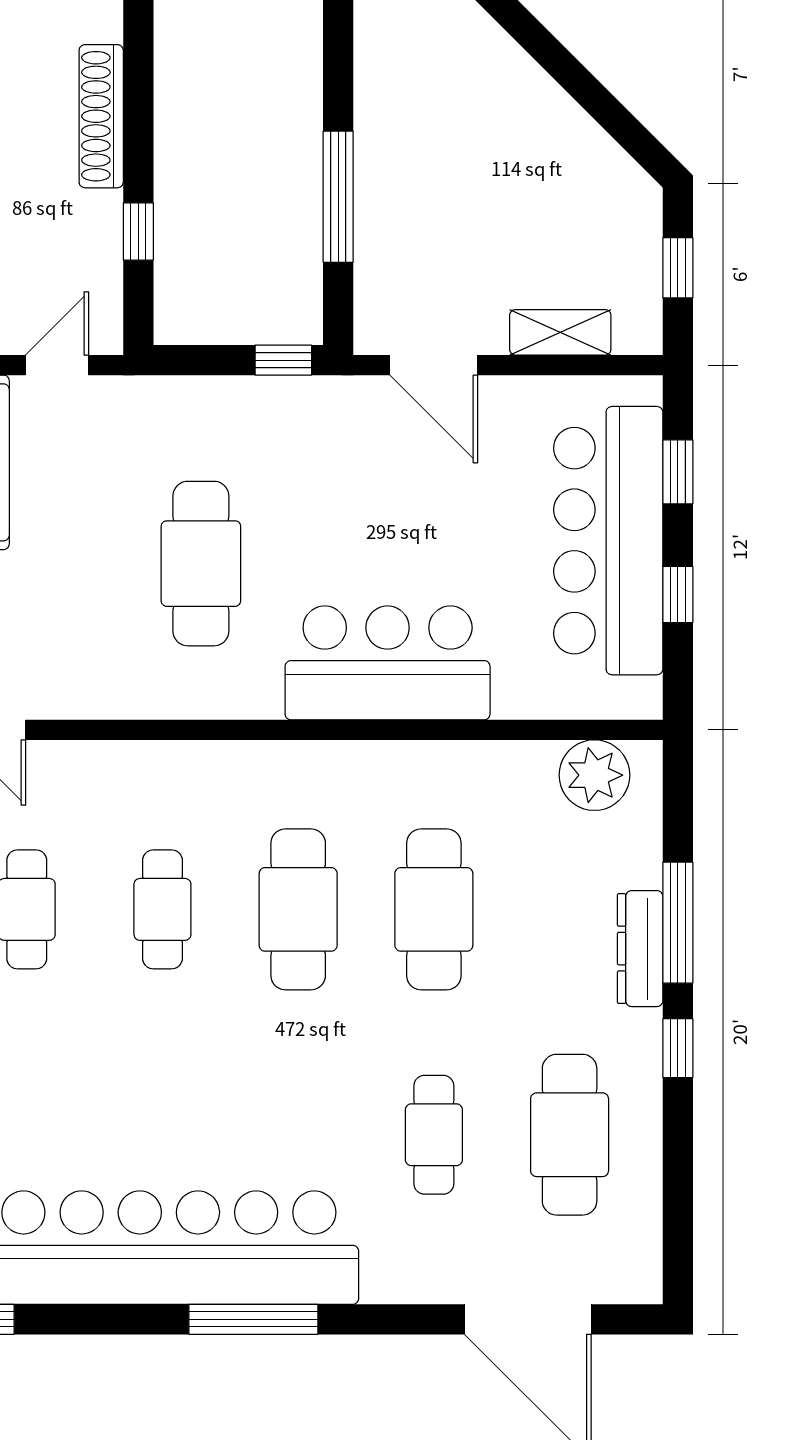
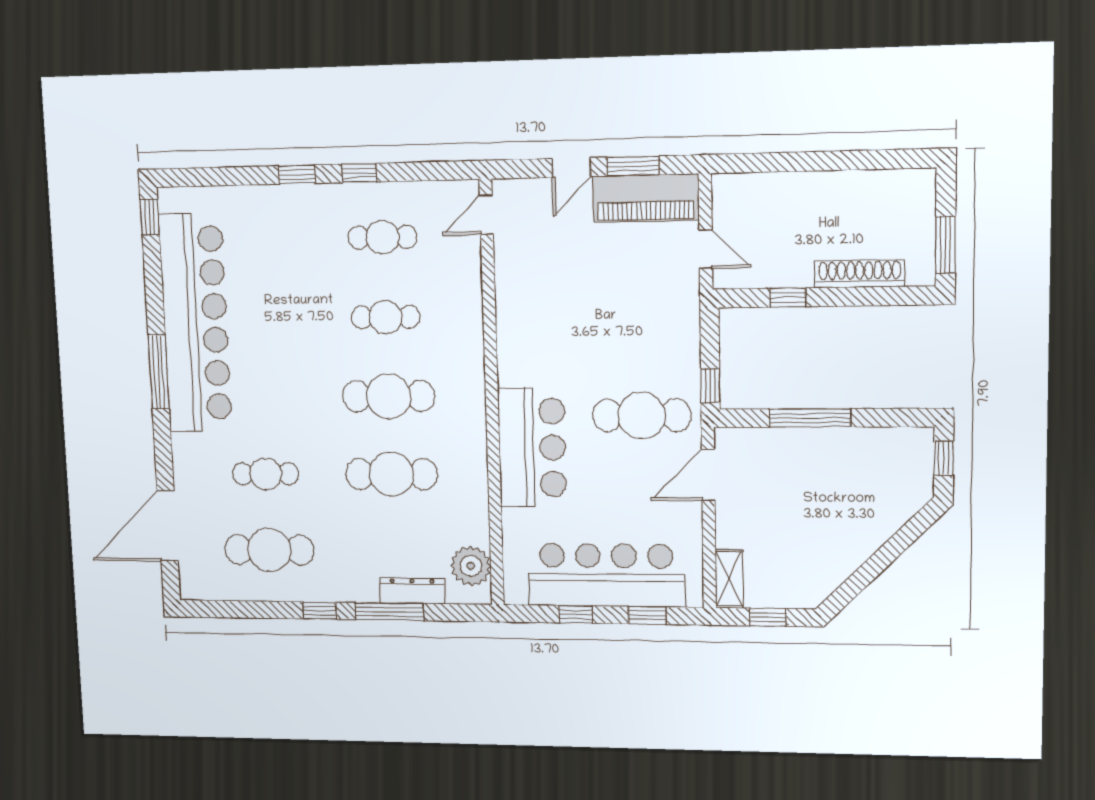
shelving: (560, 332) -> (729, 579), moved
cafe table: (201, 564) -> (642, 415), moved
dresser: (640, 949) -> (412, 591), moved

